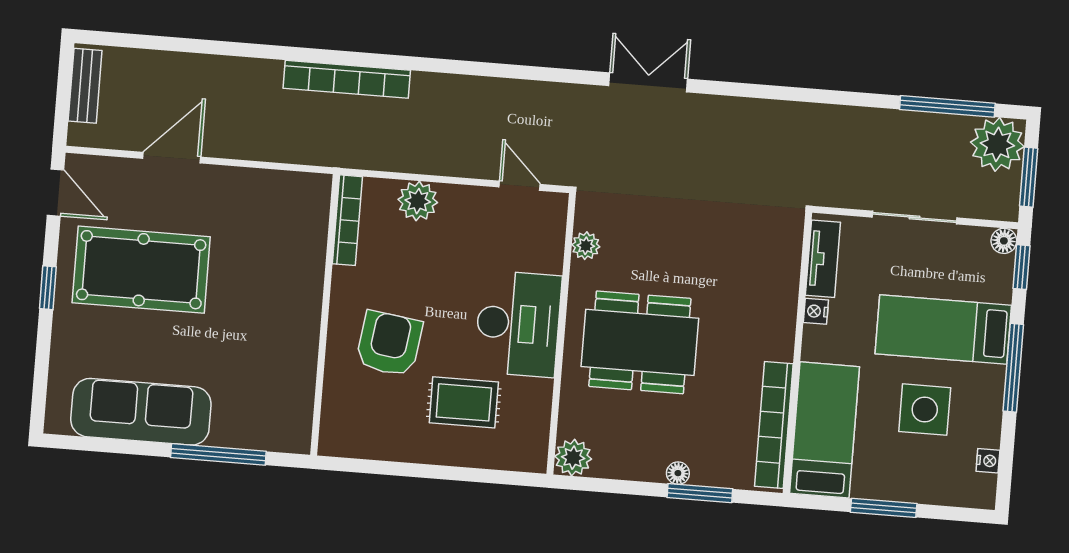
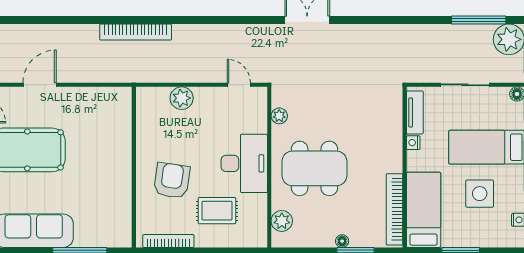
bookcase: (347, 220) -> (168, 241), moved, turned -90
plant: (573, 458) -> (282, 221), moved

